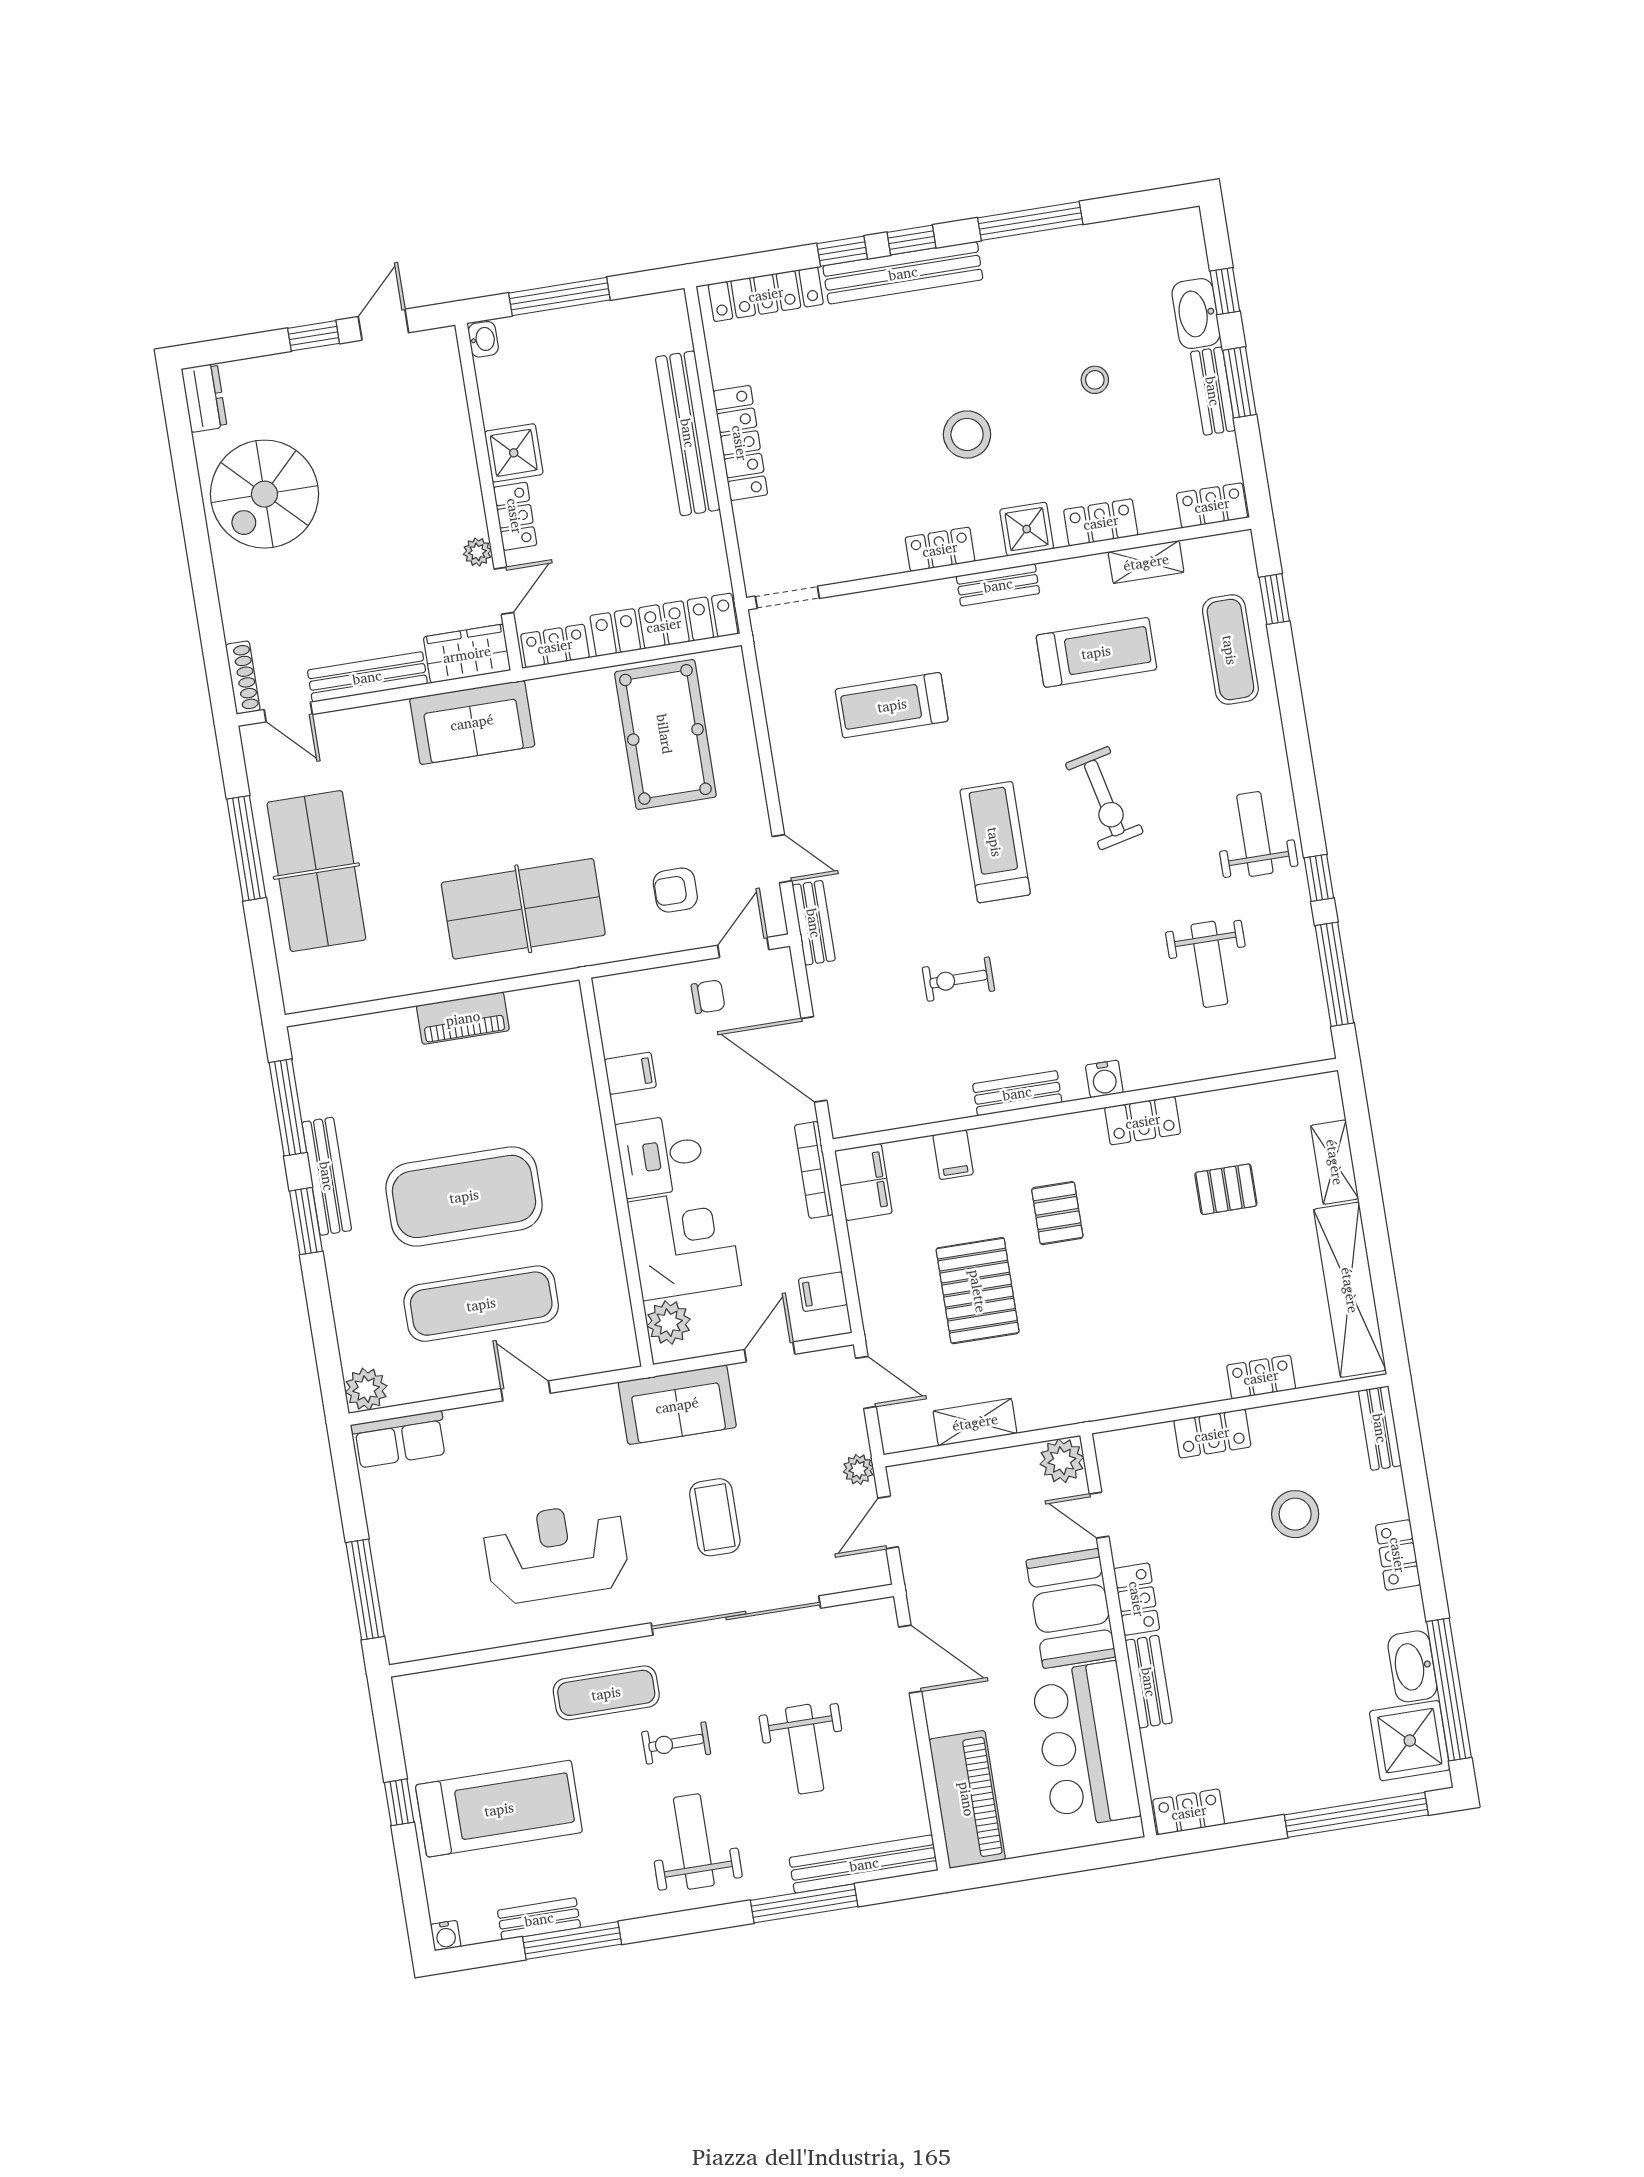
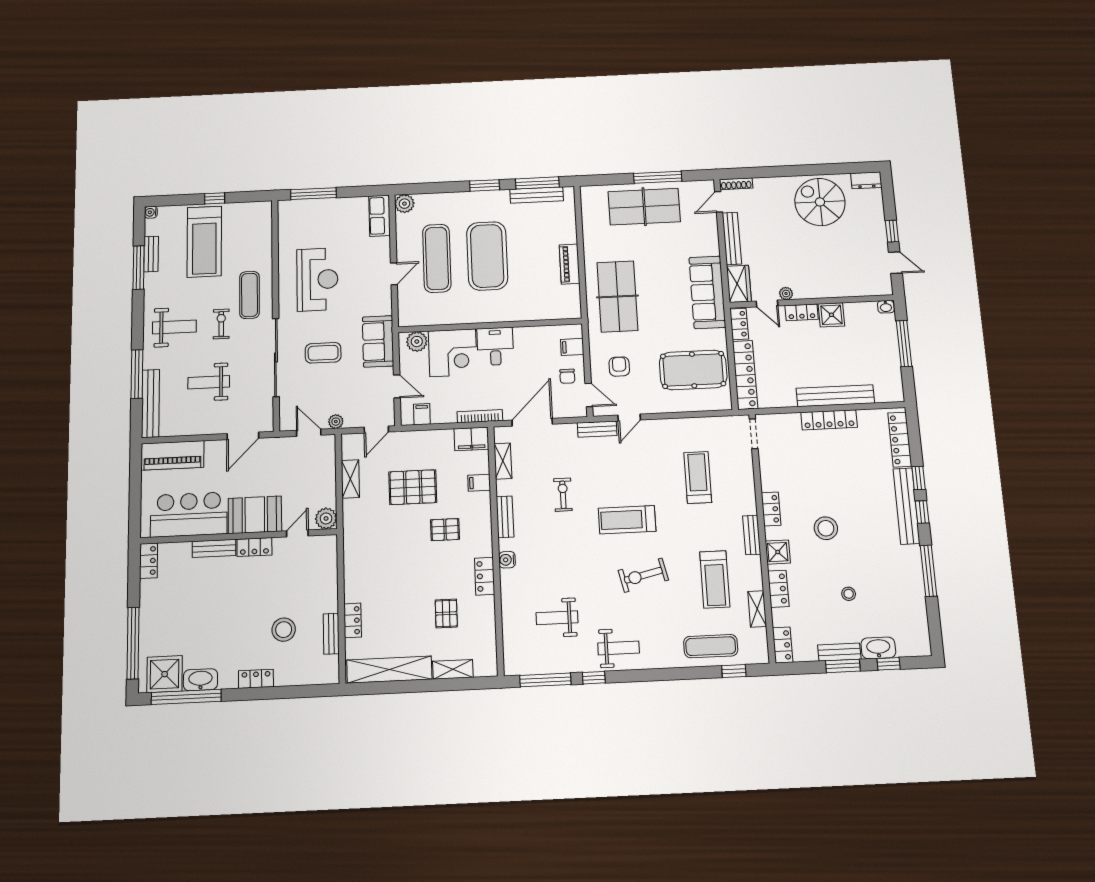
sofa: (472, 722) -> (707, 292), width x1.36
treadmill: (995, 842) -> (627, 520), turned 180
filing cabinet: (630, 1073) -> (572, 347), moved, turned 90
shelving: (902, 1111) -> (503, 461), added
bench: (327, 1176) -> (537, 195), moved
bench: (1380, 1428) -> (331, 634), moved, turned 90
locker: (1212, 1434) -> (329, 593), removed

